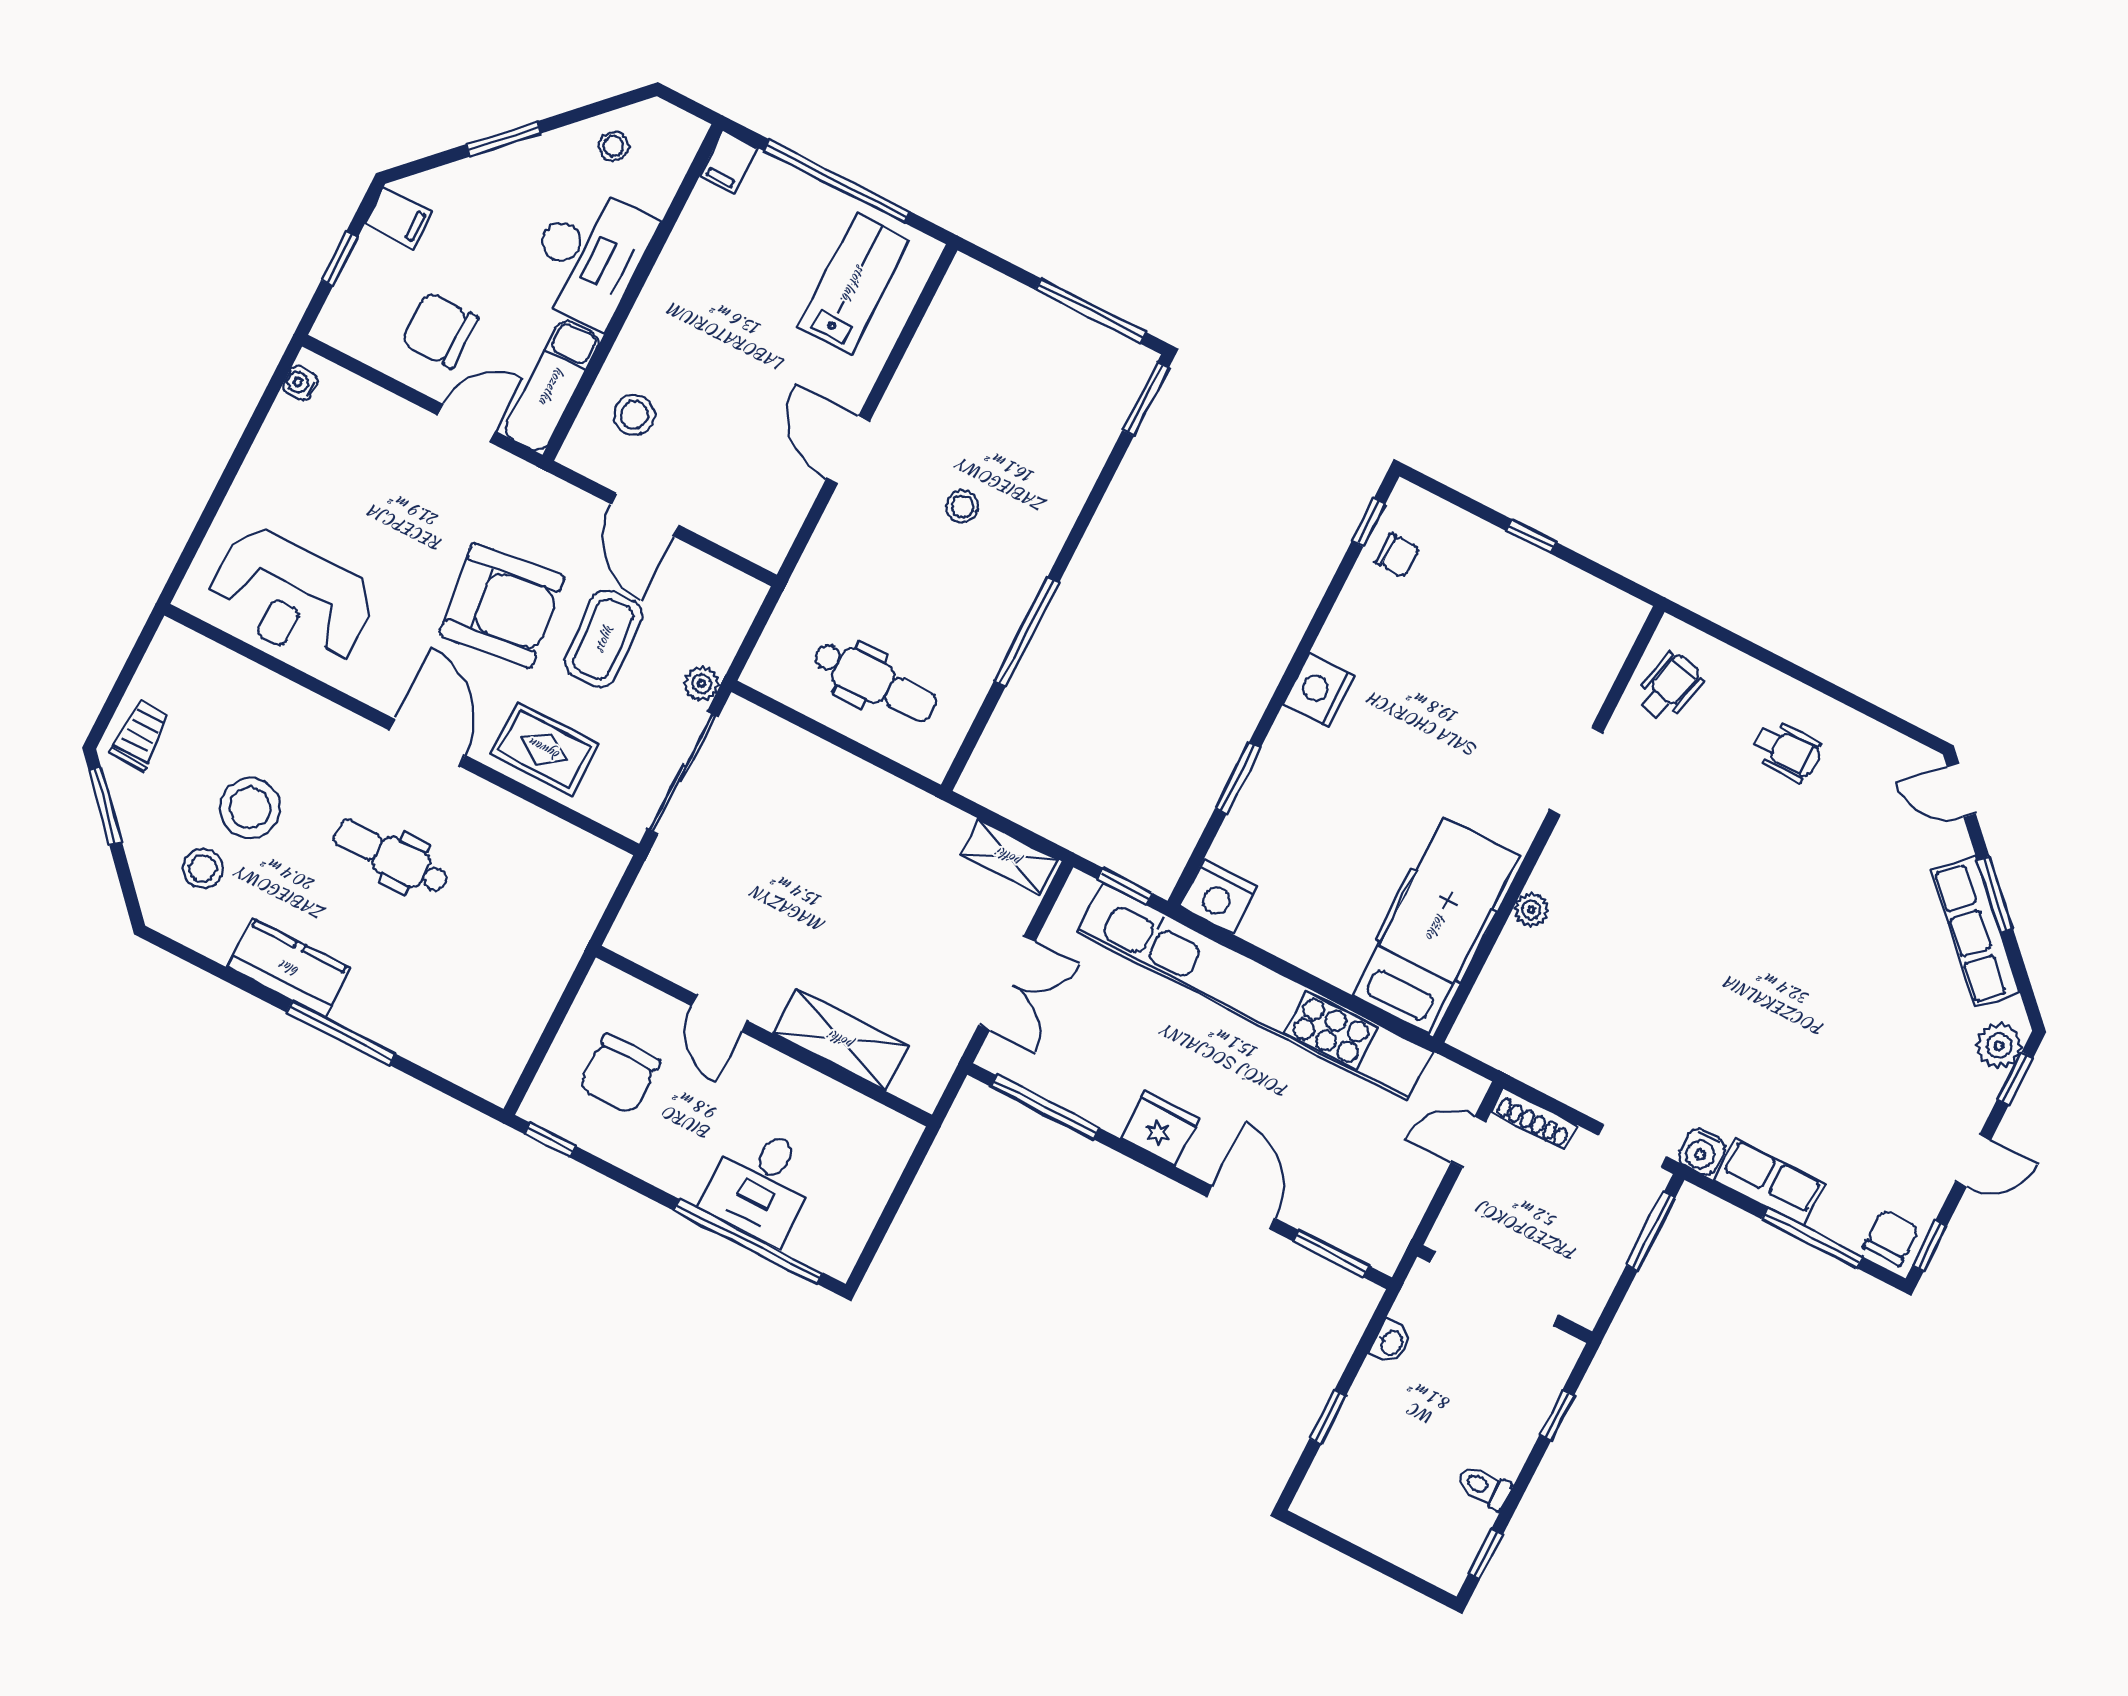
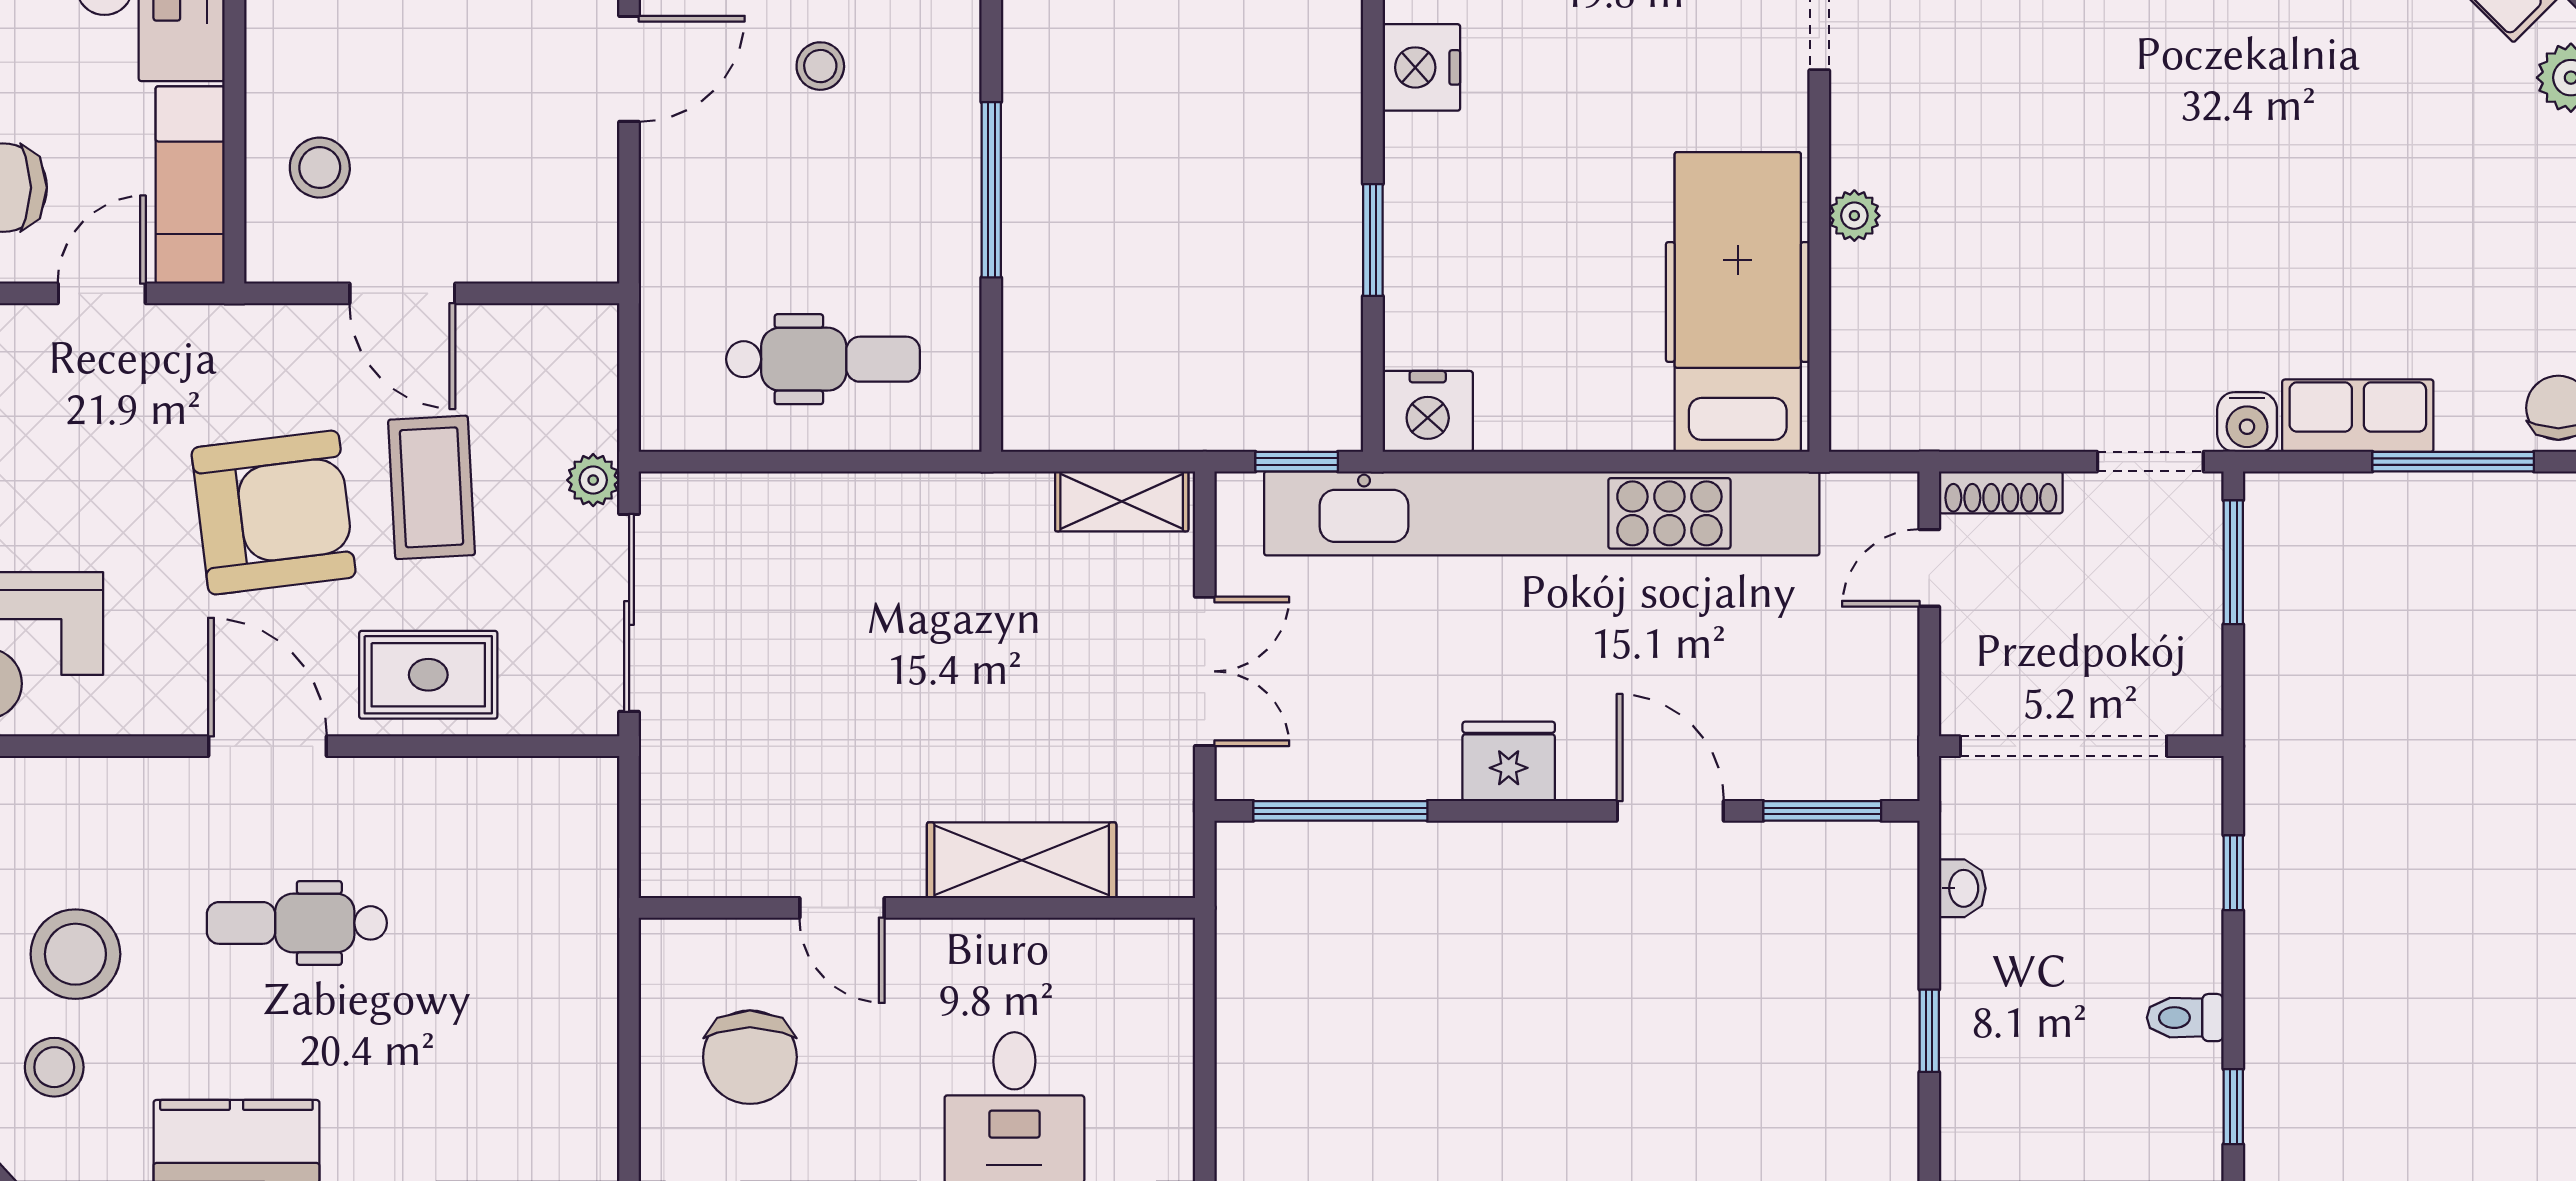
door: (848, 450) -> (629, 69), swing flipped

